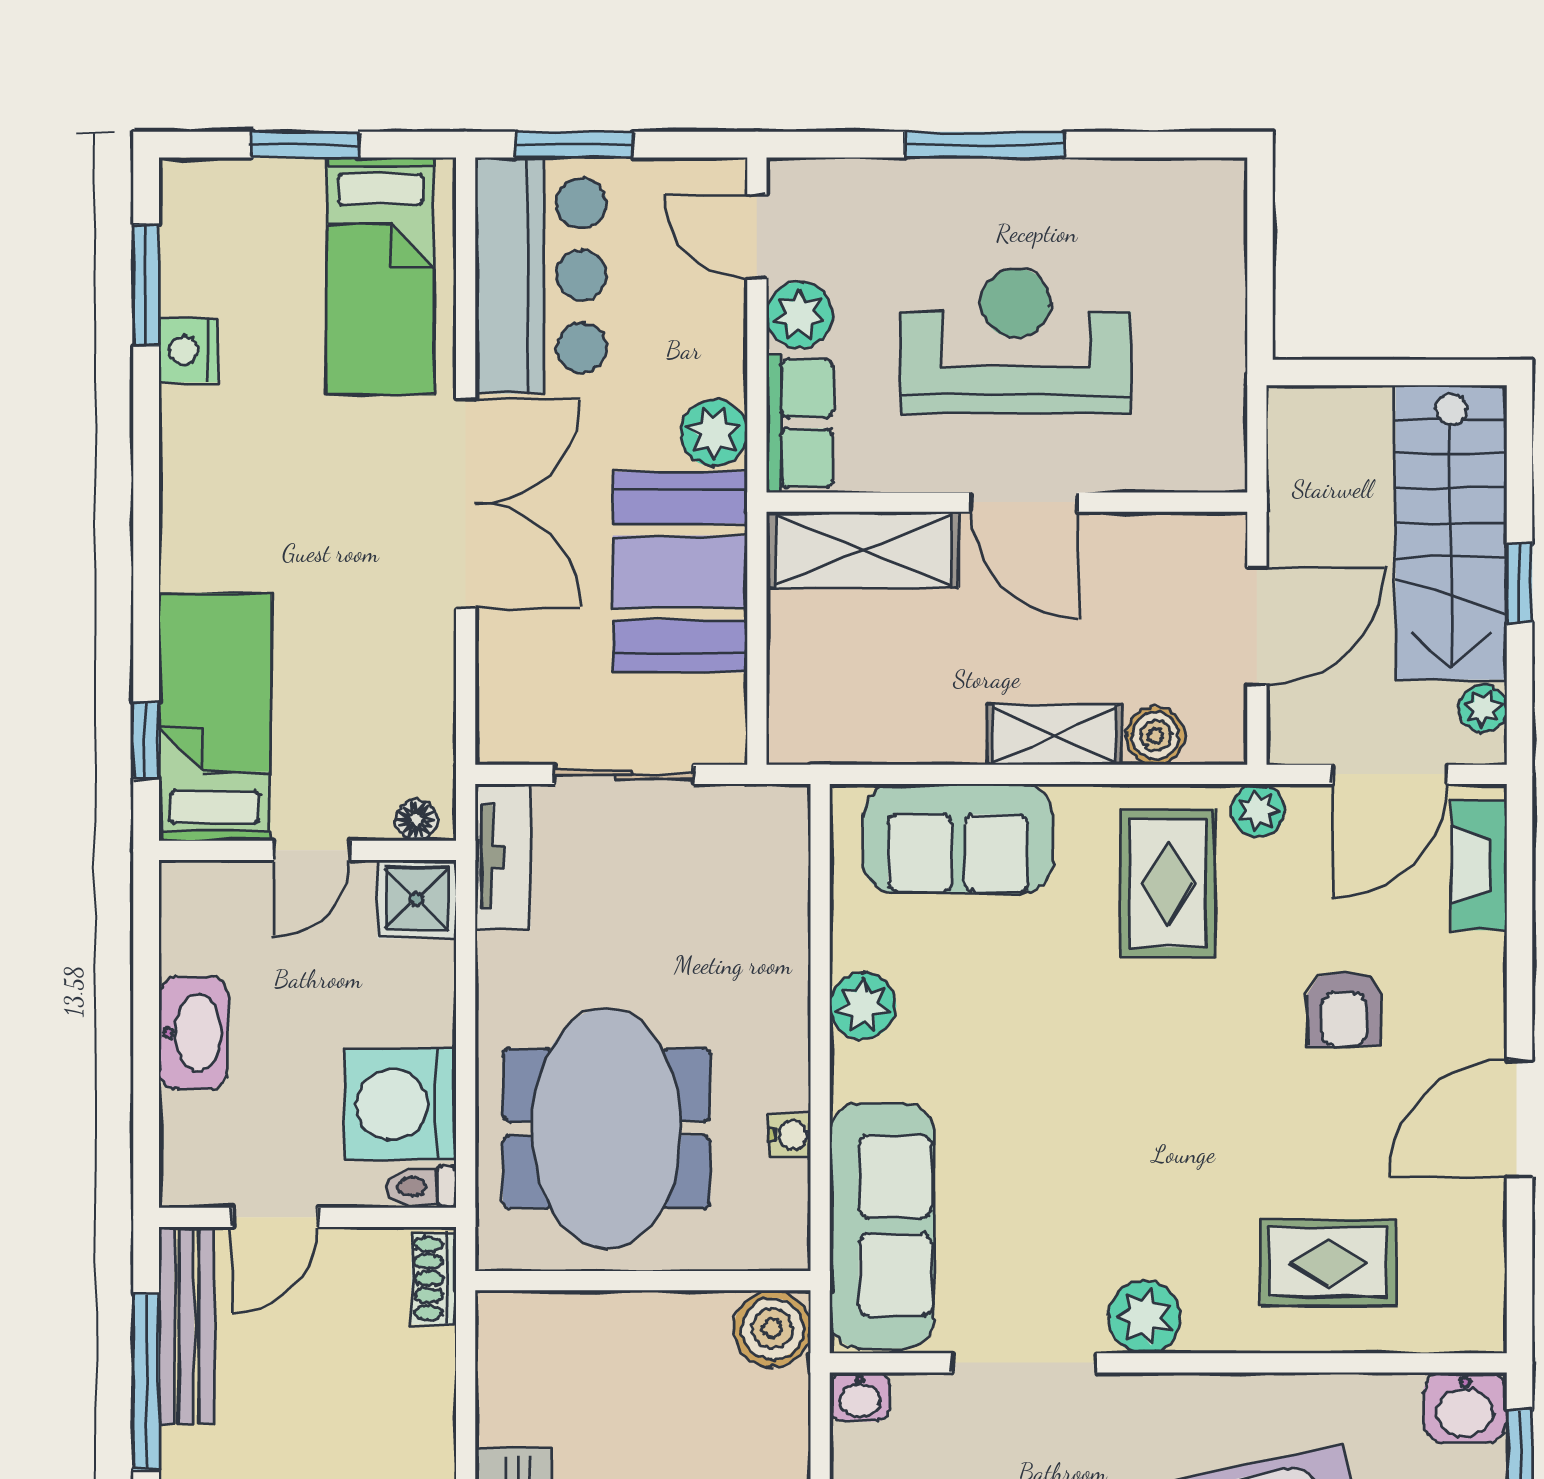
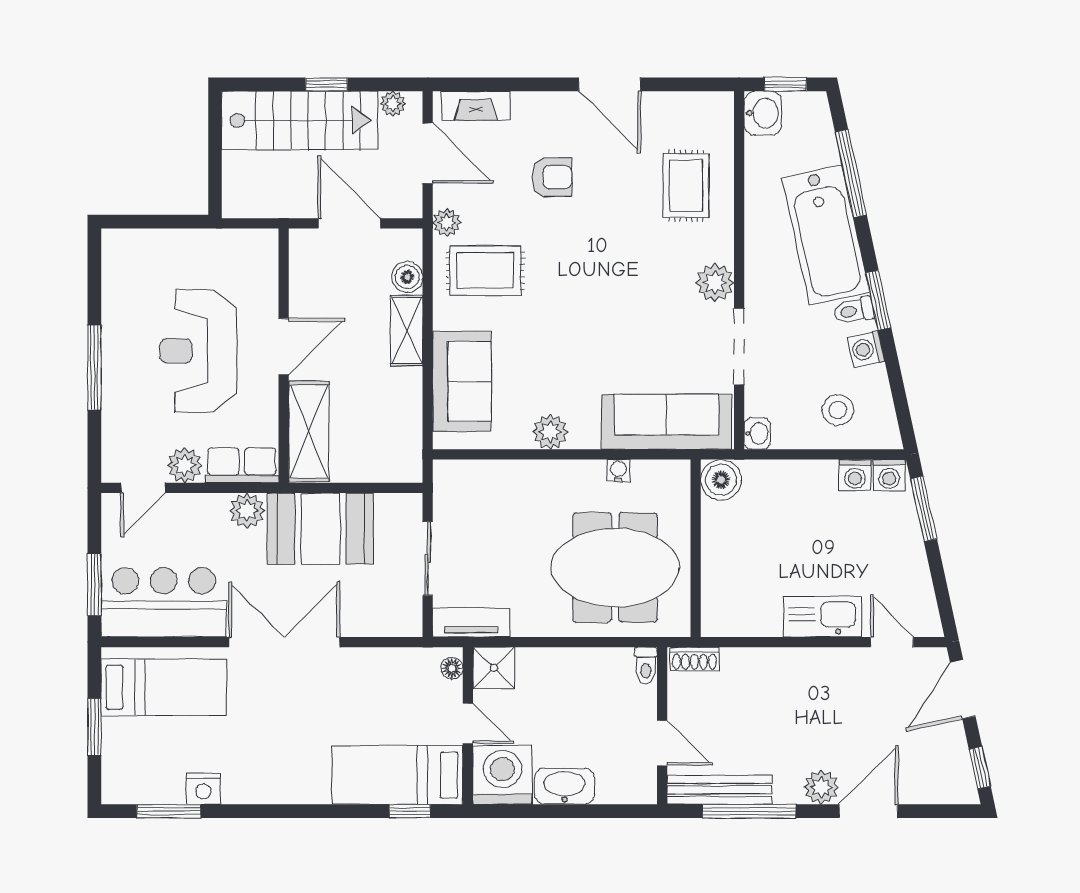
washing machine: (401, 1104) -> (502, 775), moved, turned 180

